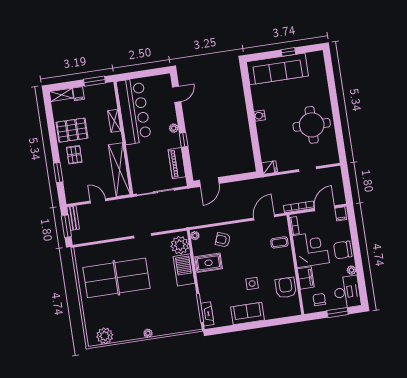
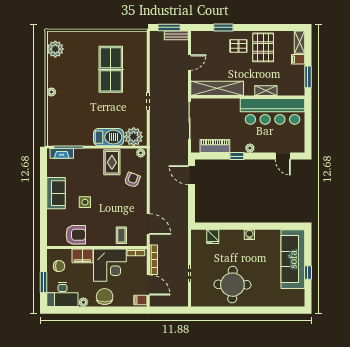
fridge: (269, 168) -> (213, 237), moved
table tennis table: (116, 278) -> (111, 69), width x0.73, depth x0.76

